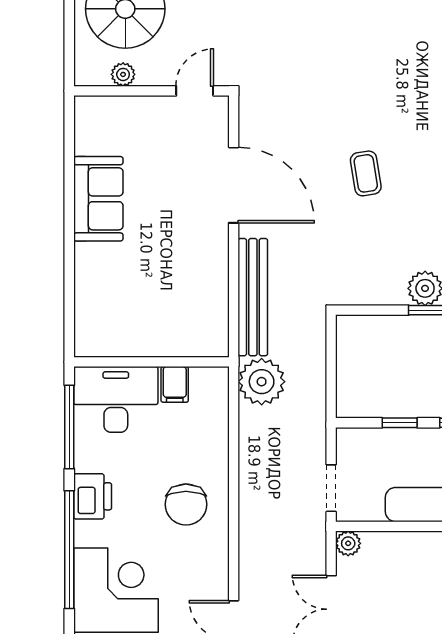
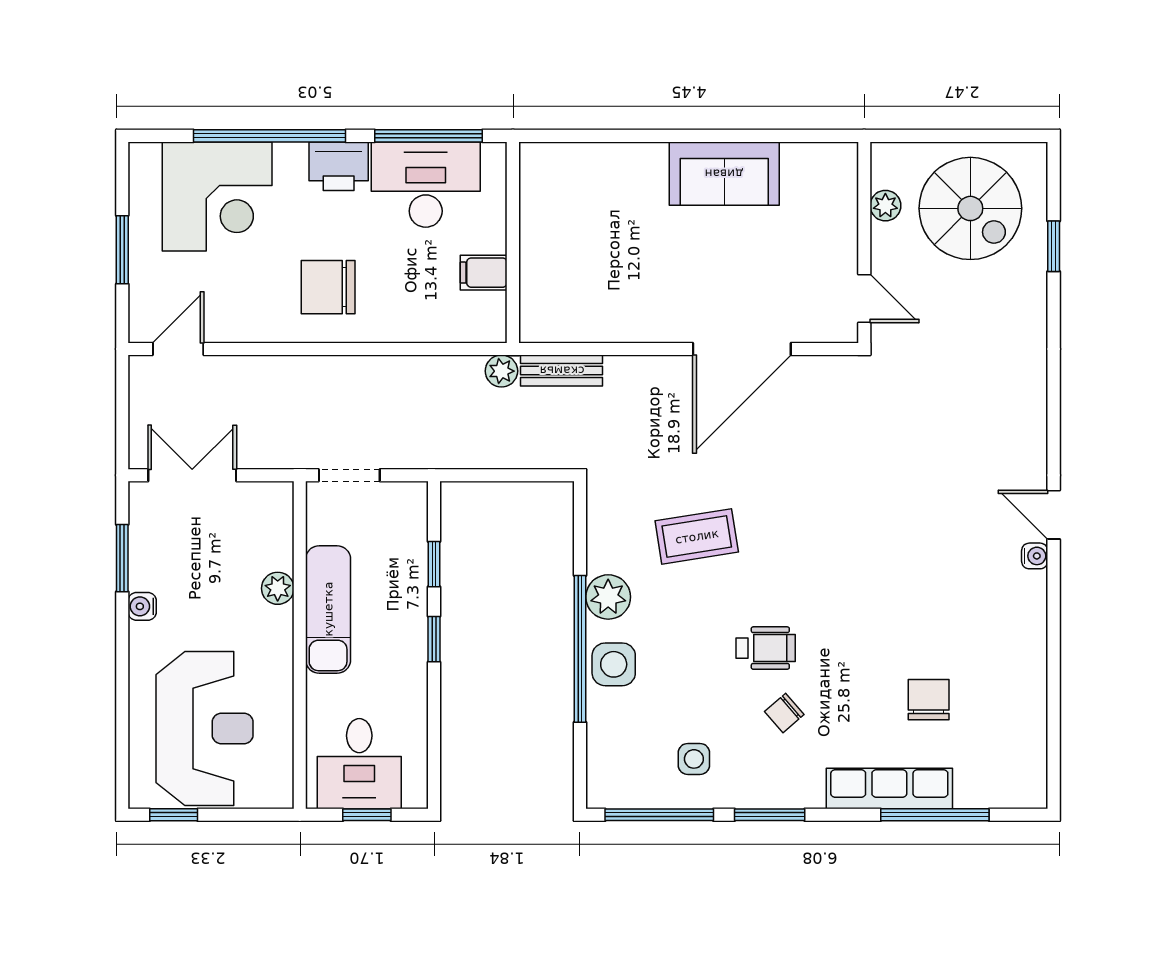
coffee table: (366, 173) -> (697, 536), moved, width x1.36, depth x1.30
bench: (253, 297) -> (562, 371), width x0.54, depth x0.82
plant: (262, 382) -> (501, 371), width x0.53, depth x0.53
desk: (116, 399) -> (426, 185), moved, turned -90
plant: (348, 543) -> (278, 588), moved

